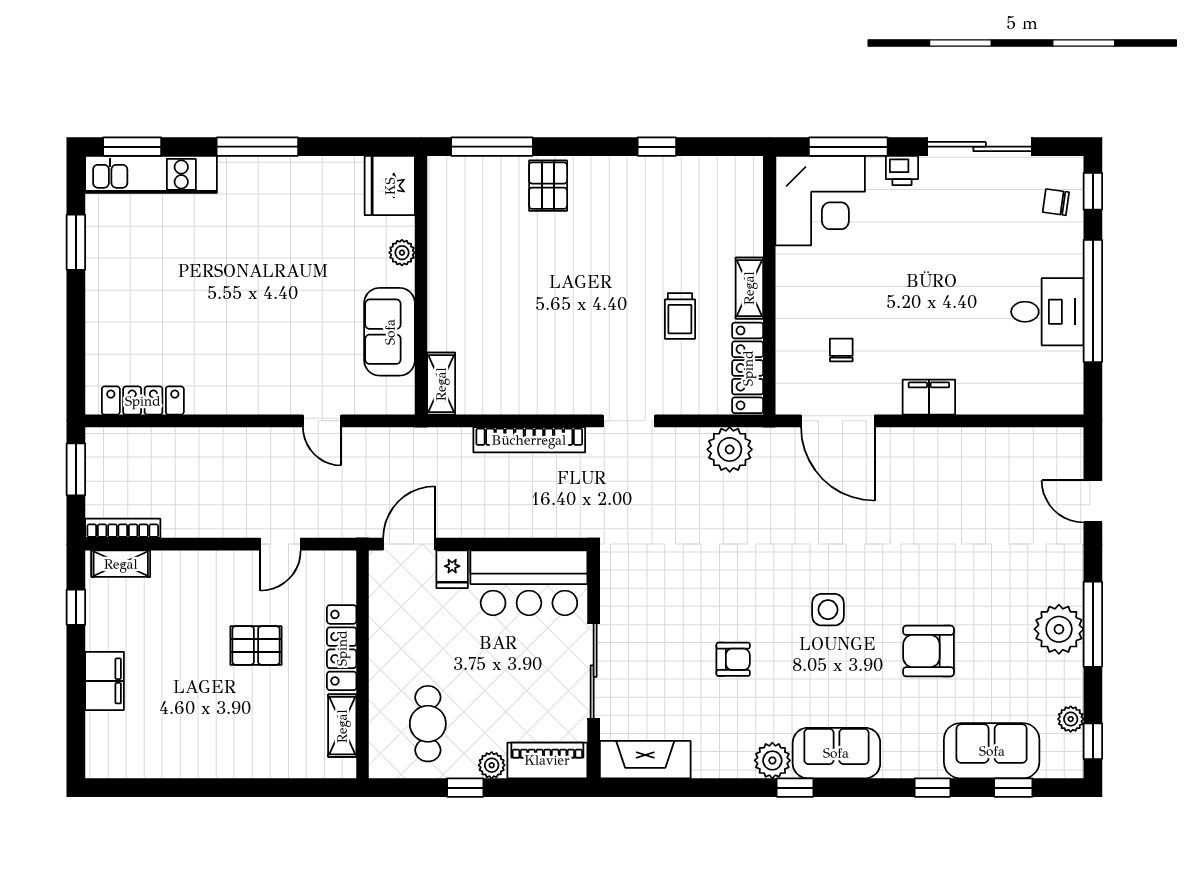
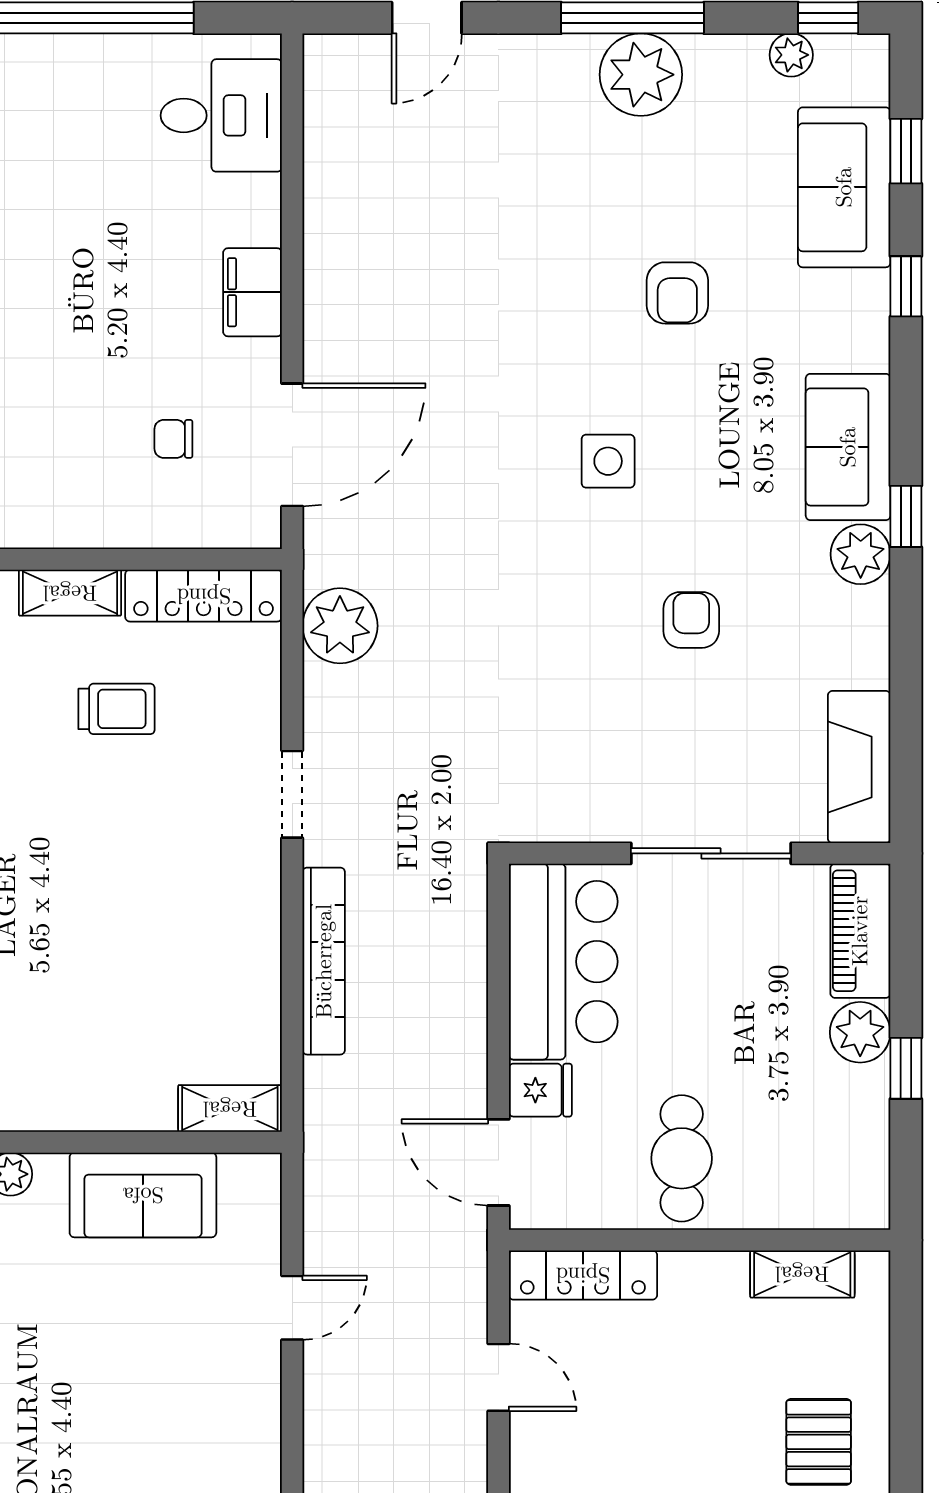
desk: (1047, 312) -> (221, 115), moved, turned 90
pallet: (256, 645) -> (819, 1442), moved
locker: (342, 648) -> (583, 1275), moved
armchair: (928, 651) -> (677, 293), width x0.72, depth x0.72
cafe table: (428, 724) -> (682, 1158), moved, turned 90
plant: (492, 765) -> (860, 1032), width x1.38, depth x1.38

